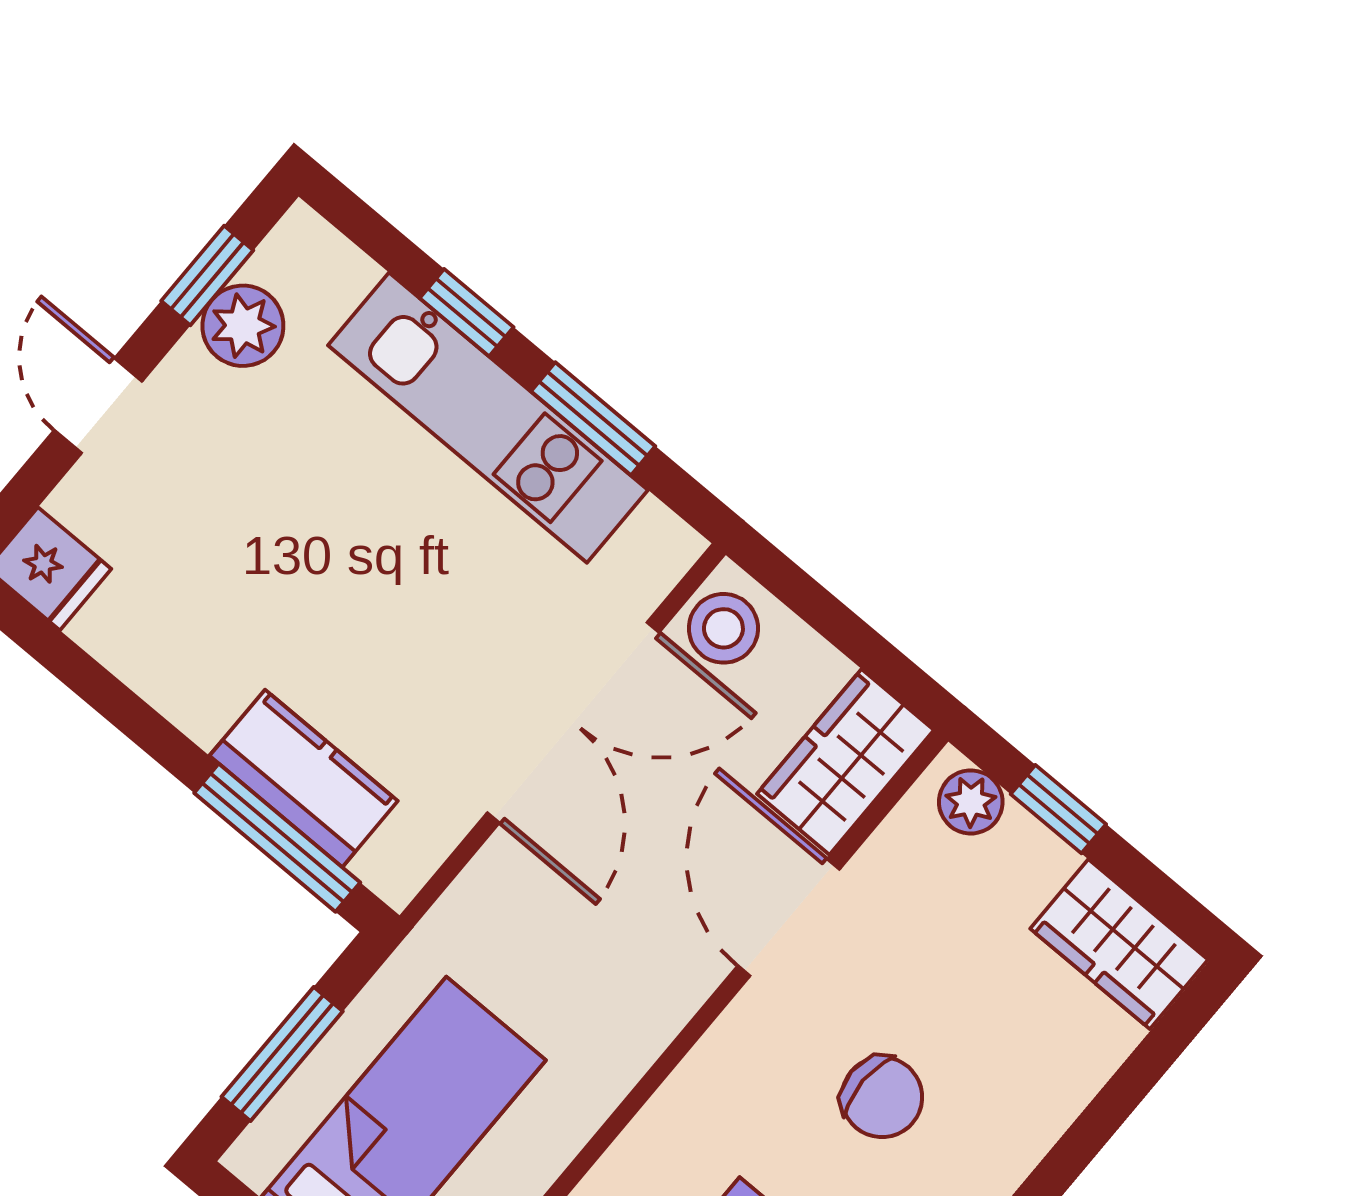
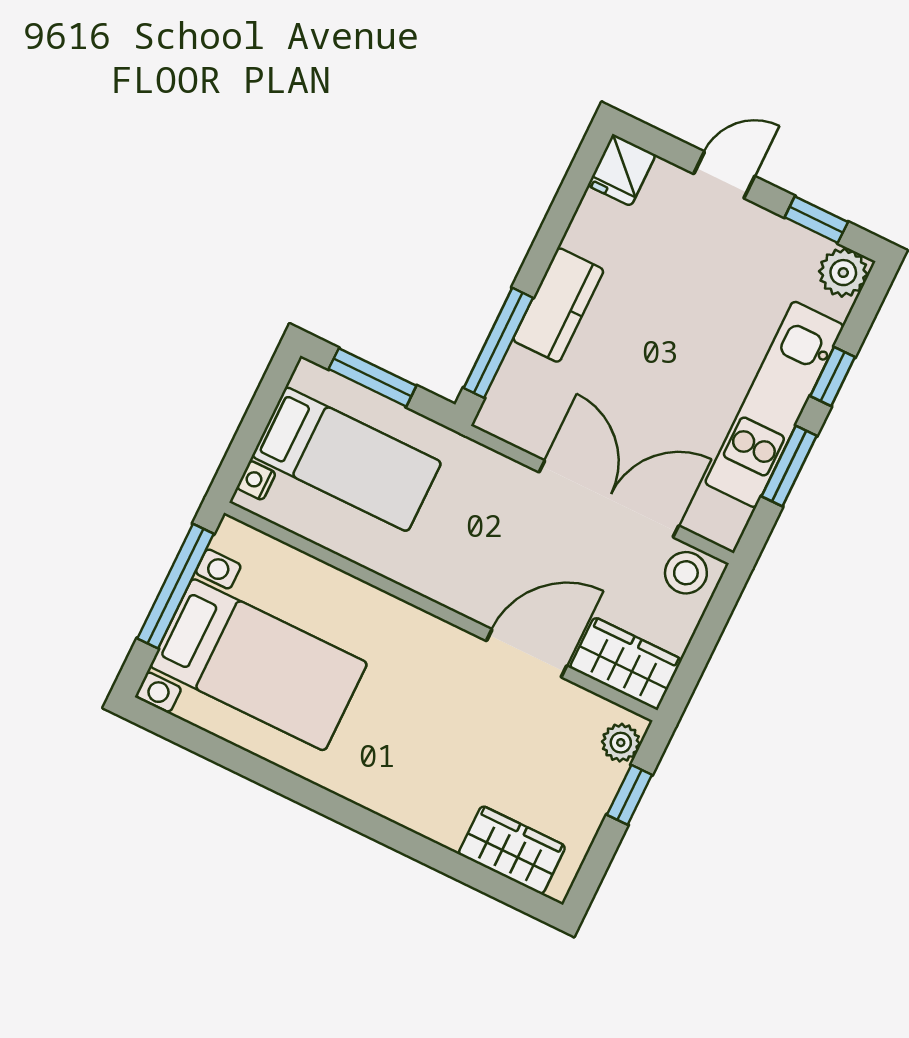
plant: (243, 326) -> (843, 273), moved
double door: (573, 723) -> (609, 499), swing flipped
kitchen counter: (304, 778) -> (558, 305), moved
wardrobe: (1119, 944) -> (512, 850), moved, turned 90
chair: (882, 1097) -> (435, 734), removed

